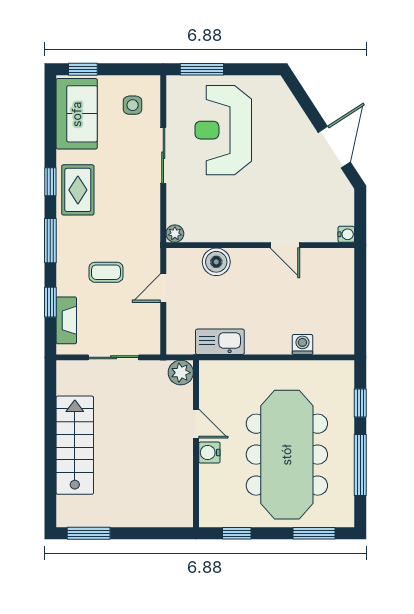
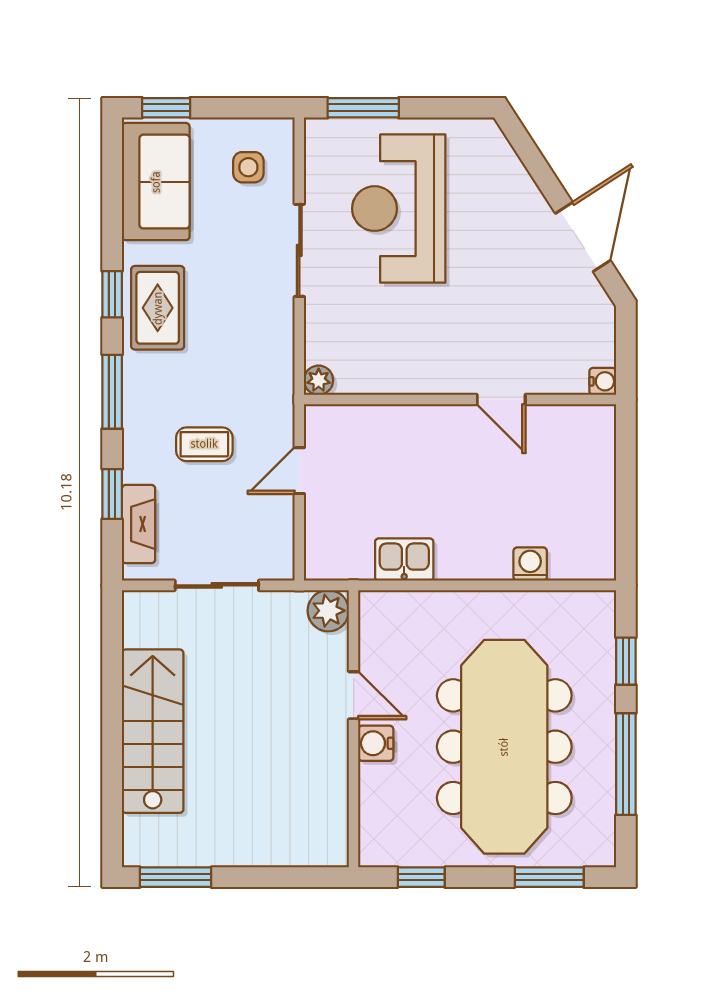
boiler: (216, 262) -> (387, 427), removed
kitchen sink: (220, 342) -> (404, 560), width x0.73

